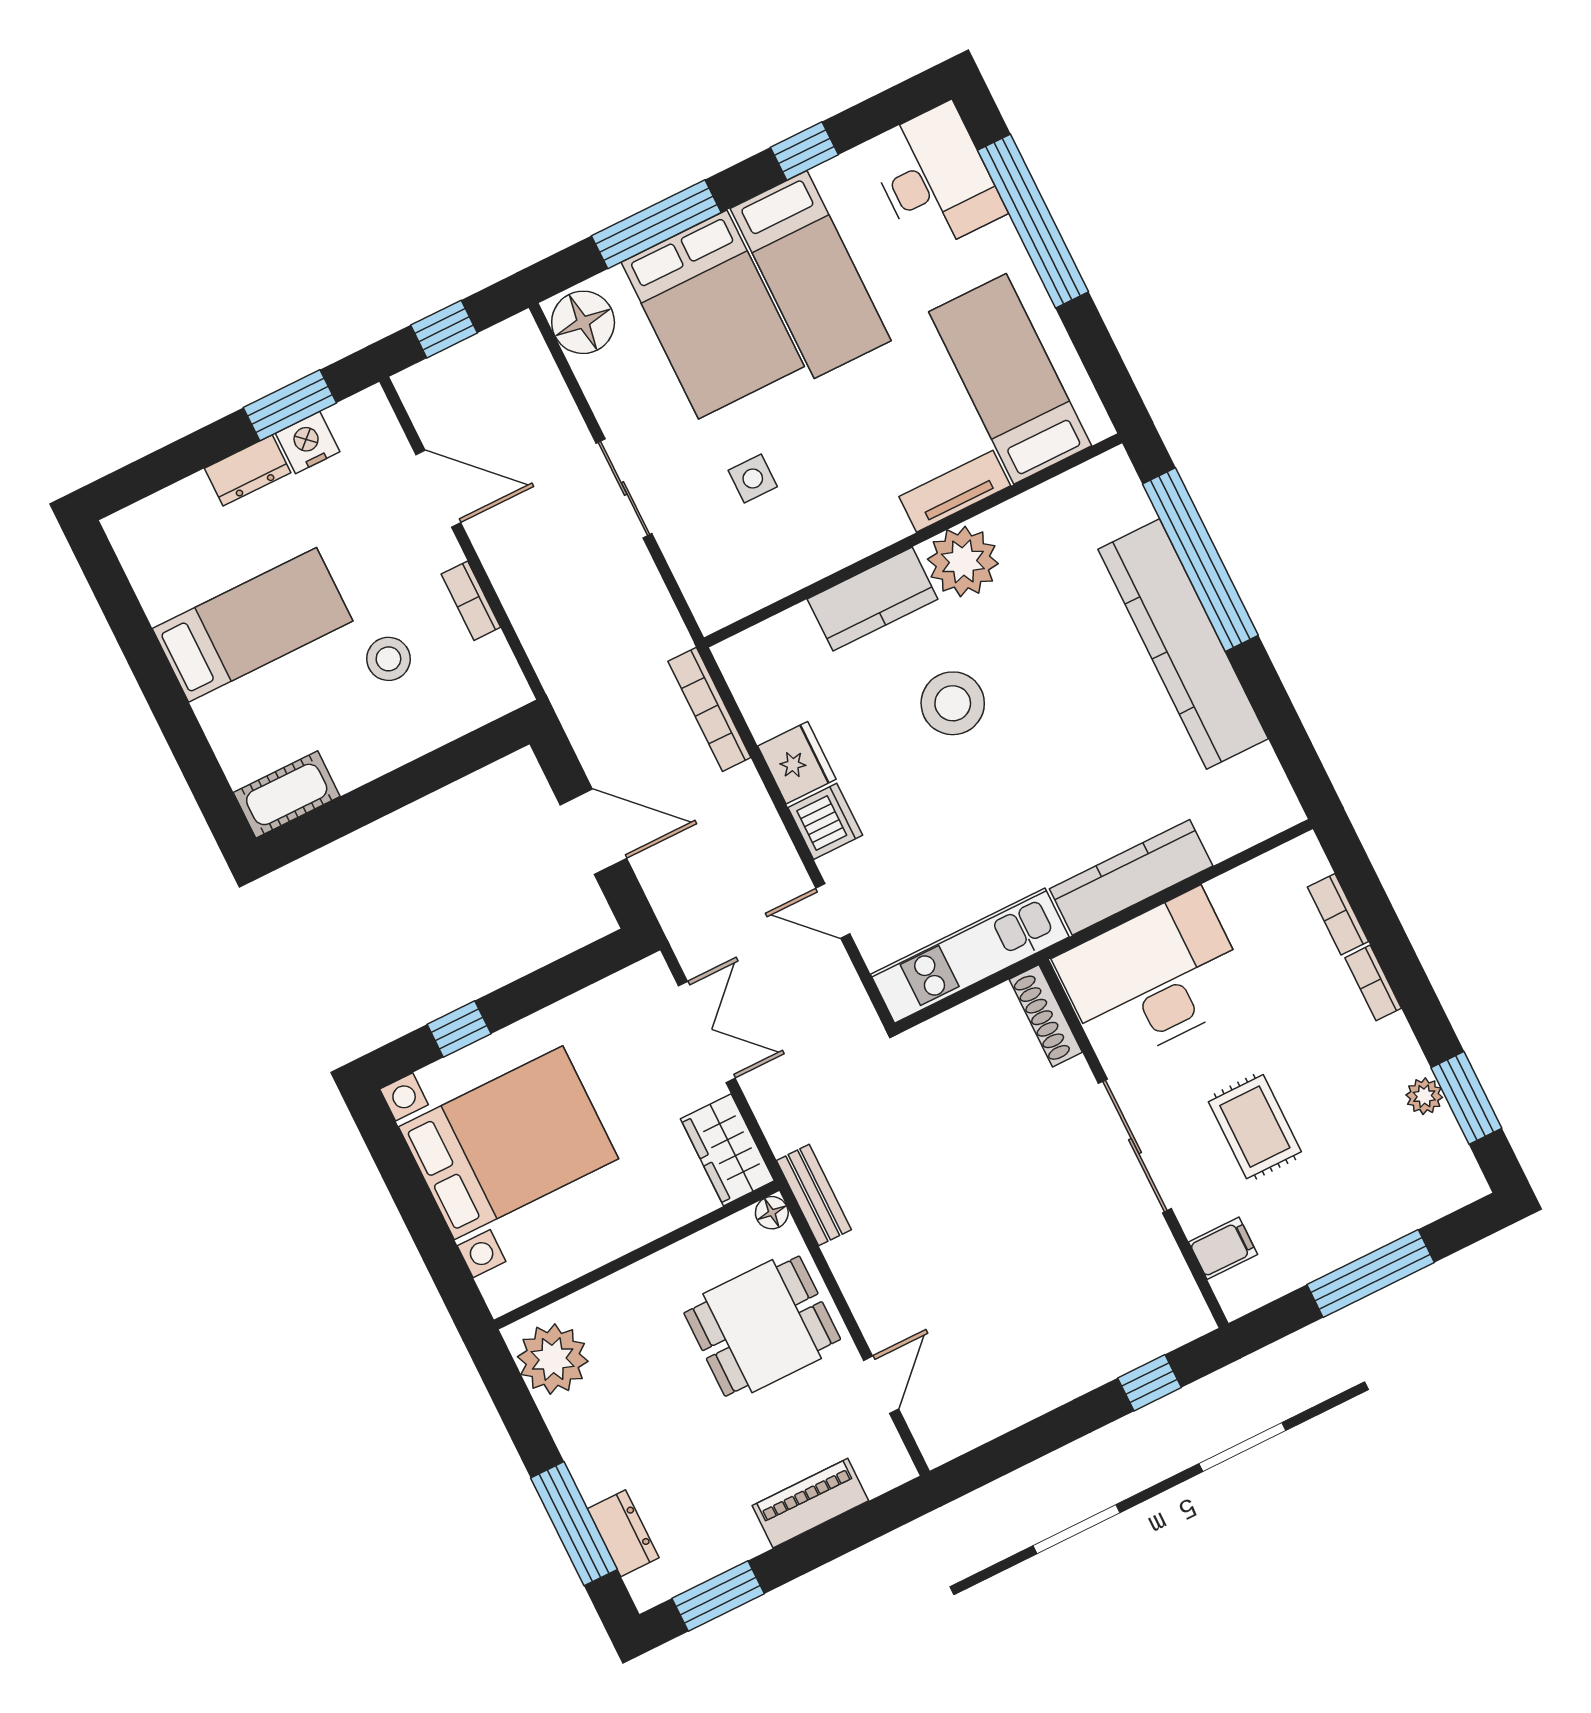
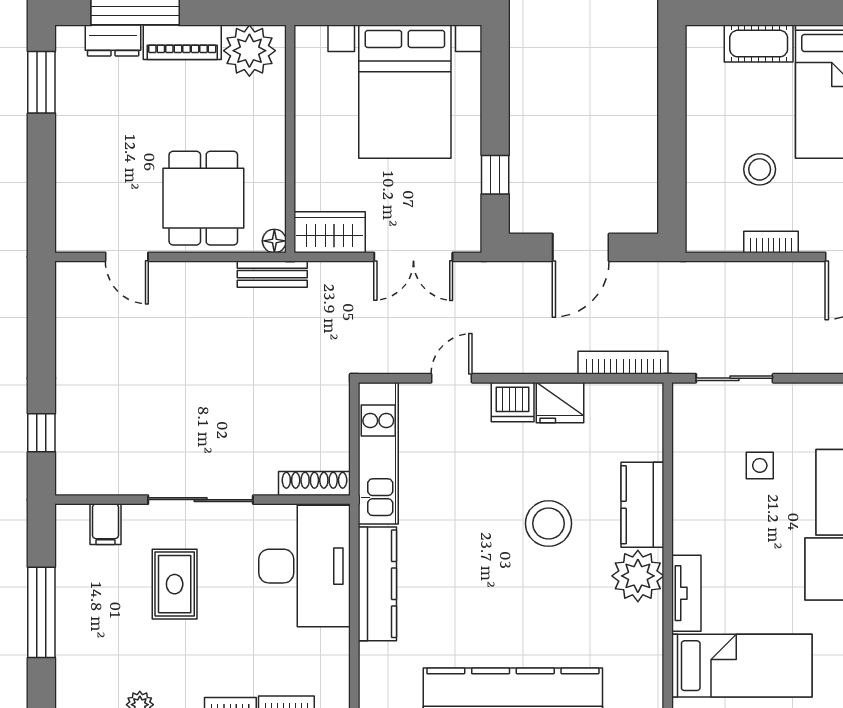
sliding door: (624, 488) -> (734, 378), moved
cot: (287, 794) -> (759, 44), moved, turned 90
window: (459, 1029) -> (495, 175), moved
rug: (1255, 1127) -> (175, 584), turned 90
piano: (810, 1503) -> (182, 42), moved, turned 90

